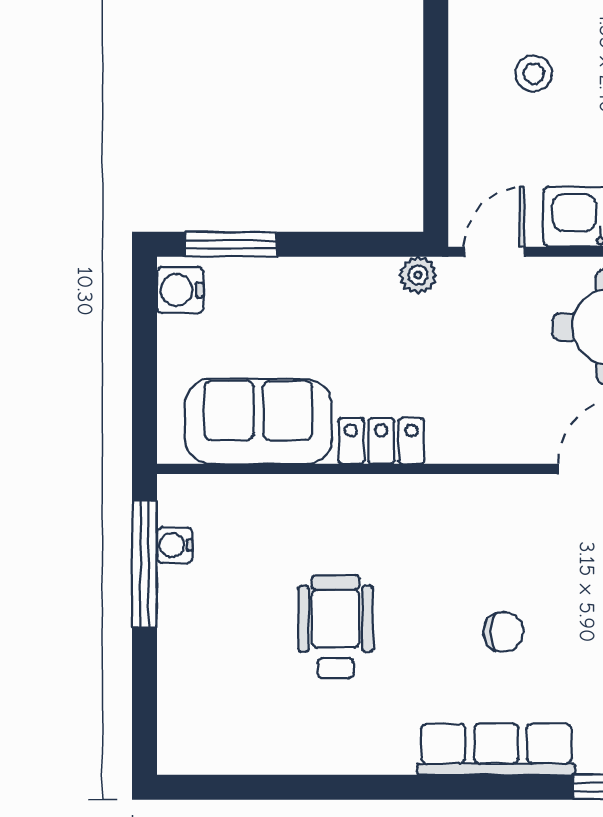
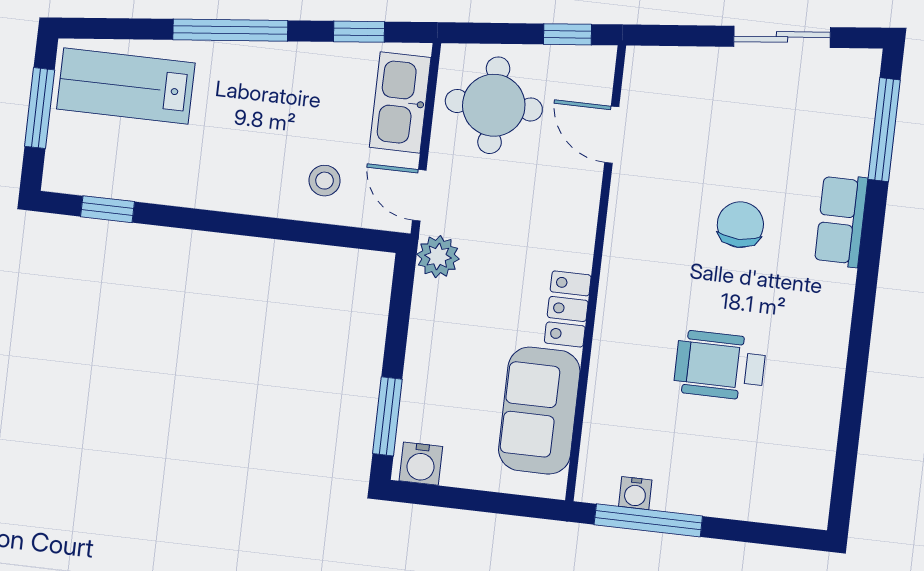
stool: (534, 73) -> (325, 181), moved
plant: (418, 275) -> (438, 257), width x1.38, depth x1.38
chair: (503, 632) -> (740, 225), width x1.37, depth x1.37
row of seats: (496, 749) -> (841, 220), width x0.68

